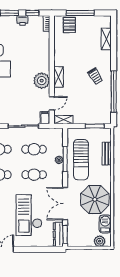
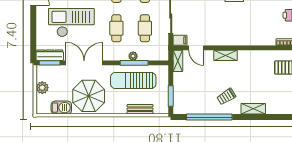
shelving: (106, 39) -> (253, 109), moved
plant: (42, 81) -> (221, 37), removed
plant: (100, 241) -> (42, 88), moved

